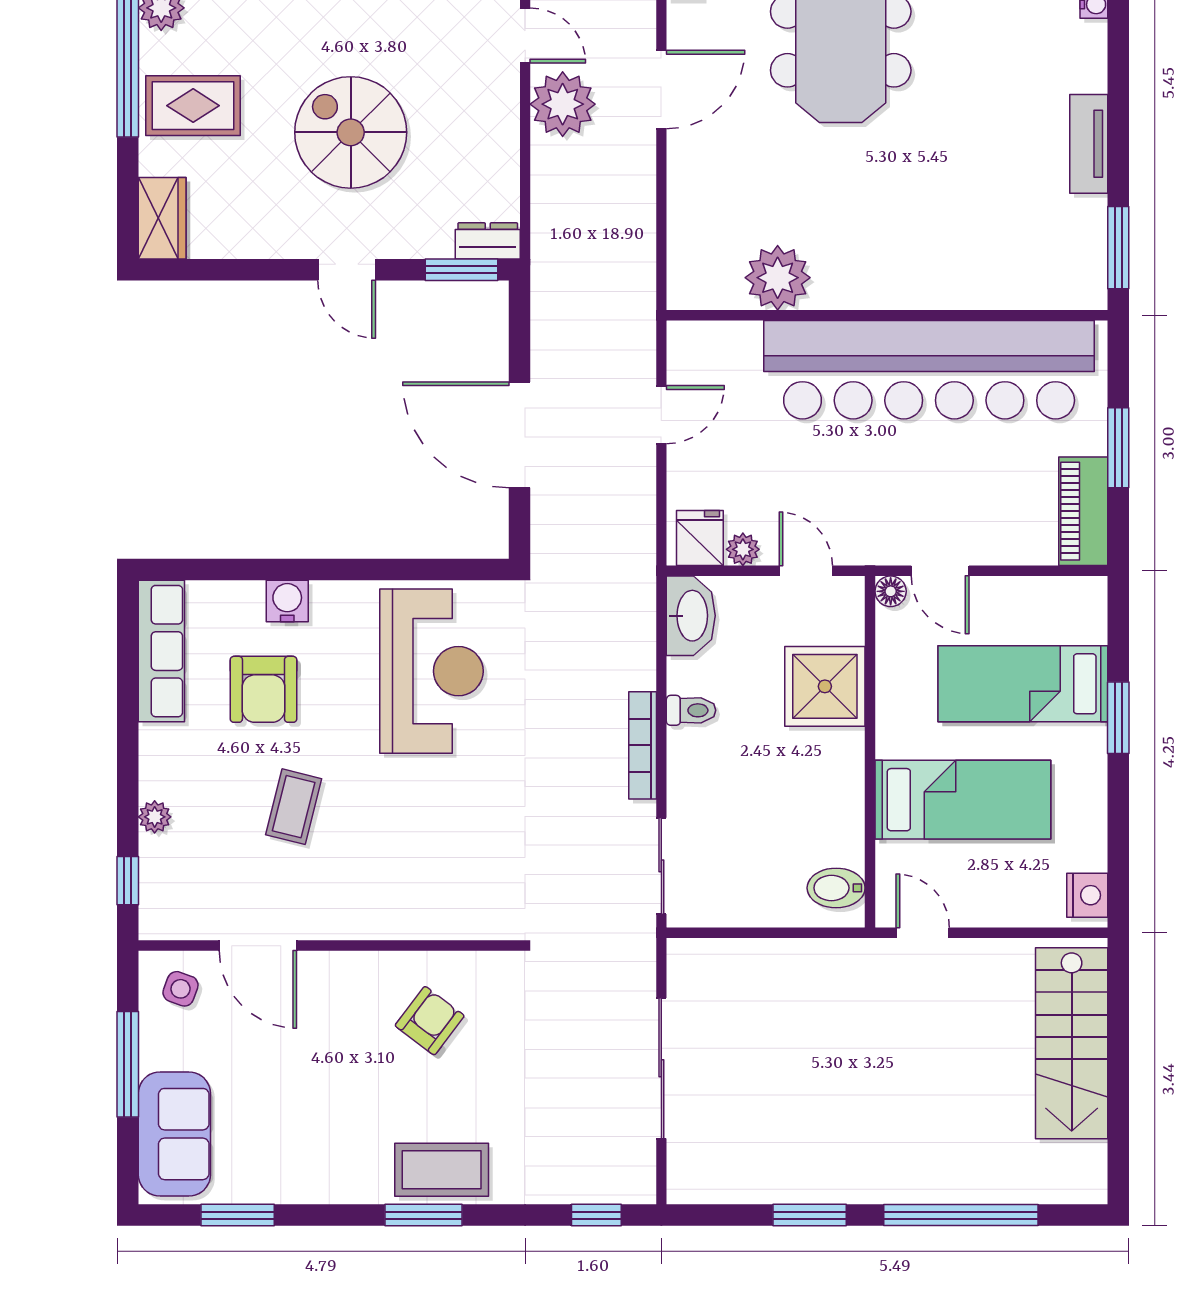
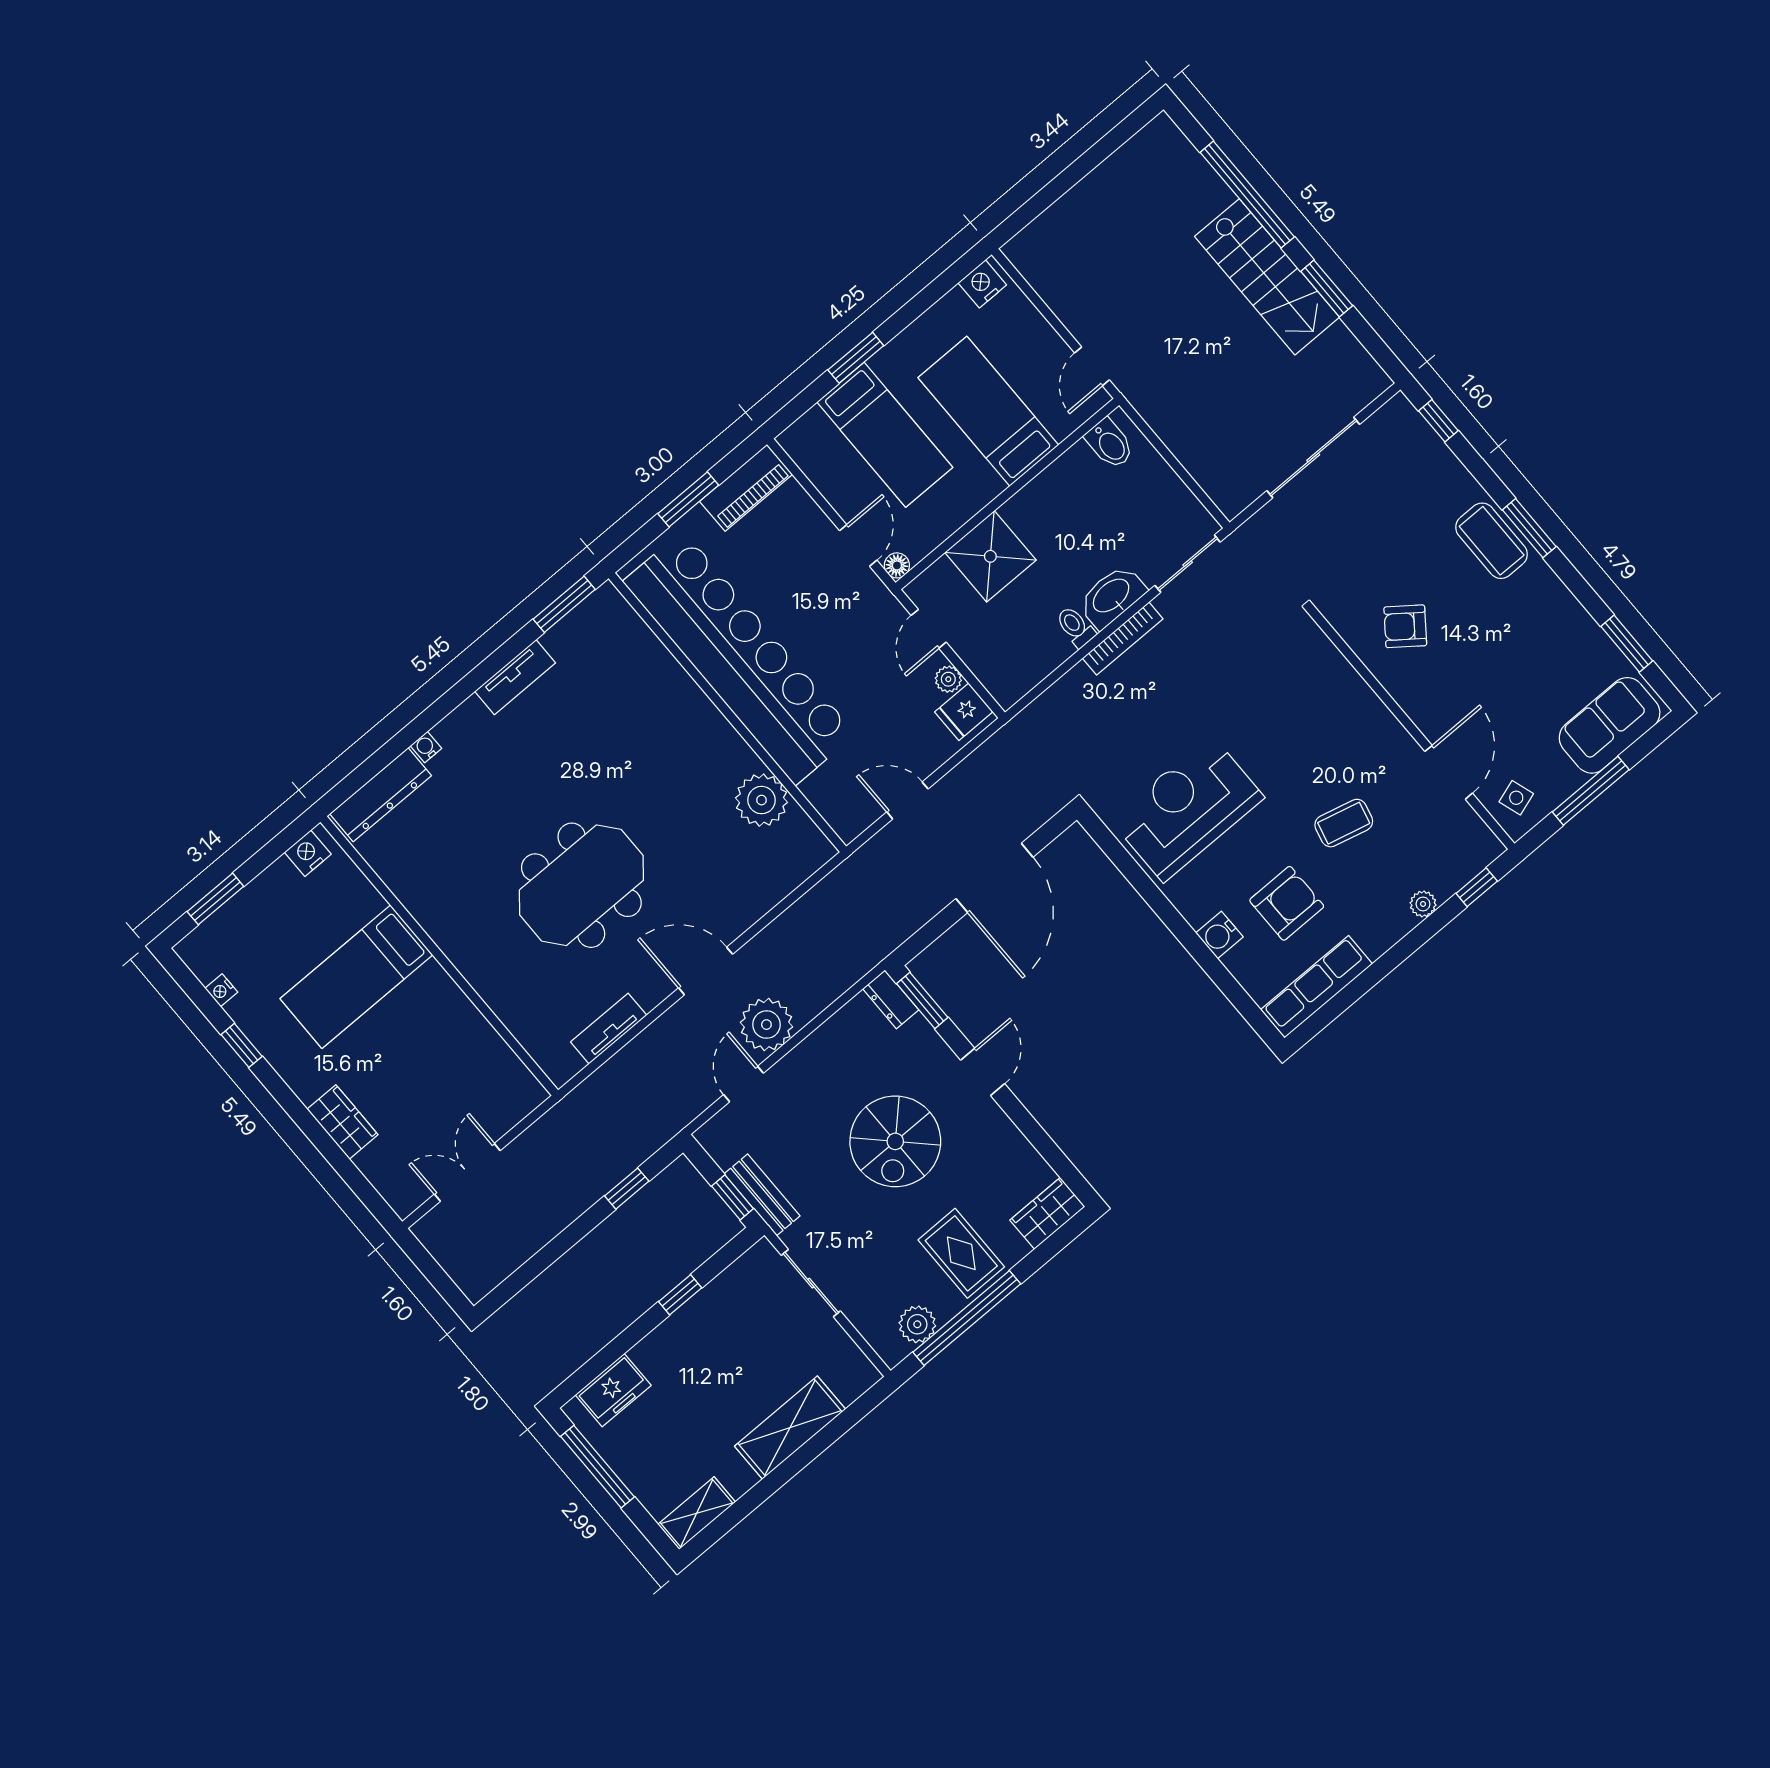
washbasin: (691, 616) -> (1112, 596), moved
side table: (180, 989) -> (1516, 798), turned -38
stairs: (1072, 1043) -> (1267, 277), moved, turned 90

